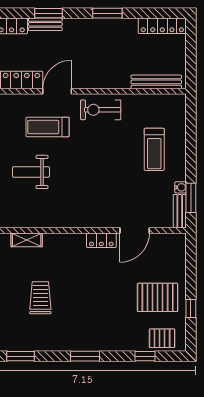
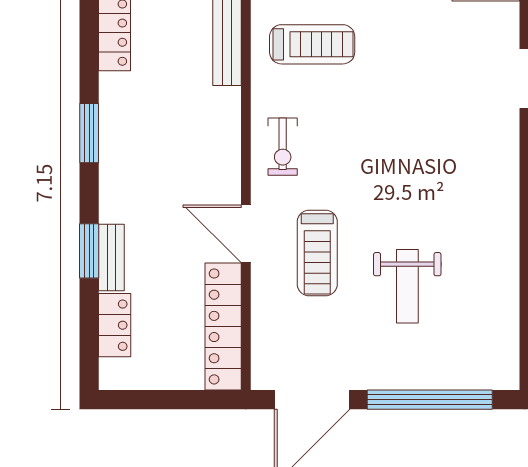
exercise bike: (101, 110) -> (283, 147), width x0.73, depth x0.72
treadmill: (154, 149) -> (312, 44), moved

